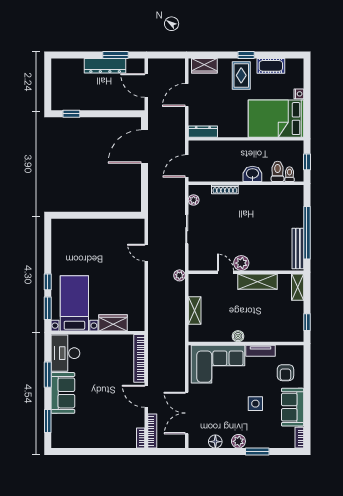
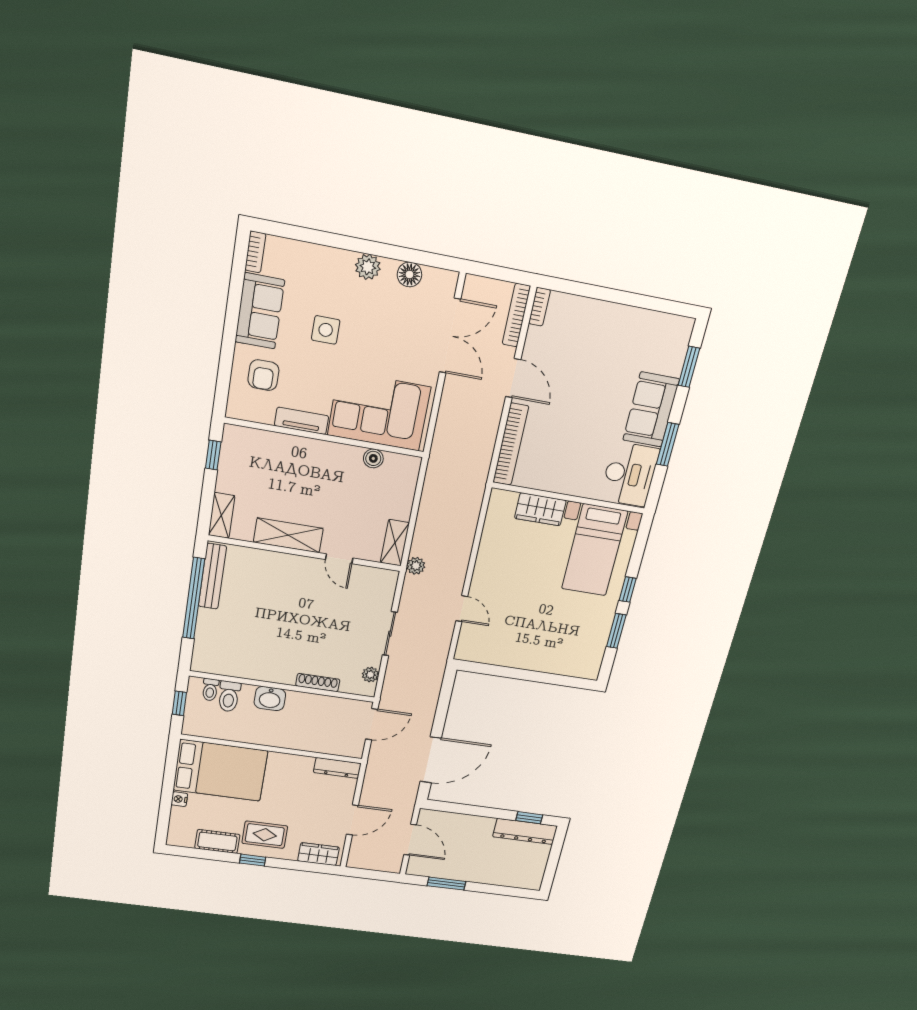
dresser: (105, 66) -> (525, 831), moved, turned 180
rug: (241, 75) -> (265, 835), turned 90
plant: (241, 263) -> (310, 569), removed
window: (48, 308) -> (616, 631), moved
shelving: (195, 310) -> (395, 543), moved
boiler: (238, 336) -> (373, 458), moved
armchair: (285, 373) -> (263, 375), turned 180
window: (257, 452) -> (337, 241), removed

